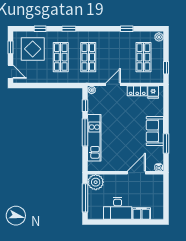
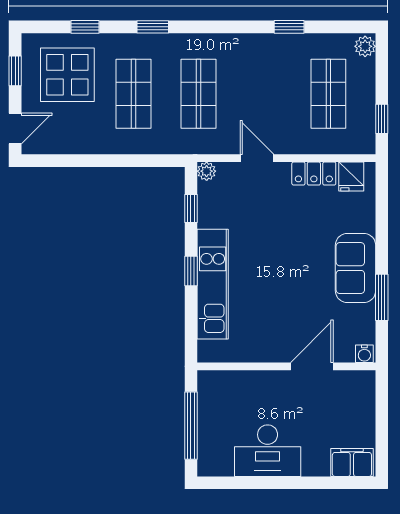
door: (10, 72) -> (15, 128), hinge flipped
door: (113, 84) -> (257, 158), hinge flipped
window: (85, 132) -> (191, 271), width x0.46
plant: (96, 182) -> (216, 389), removed
filing cabinet: (141, 213) -> (352, 462), moved

